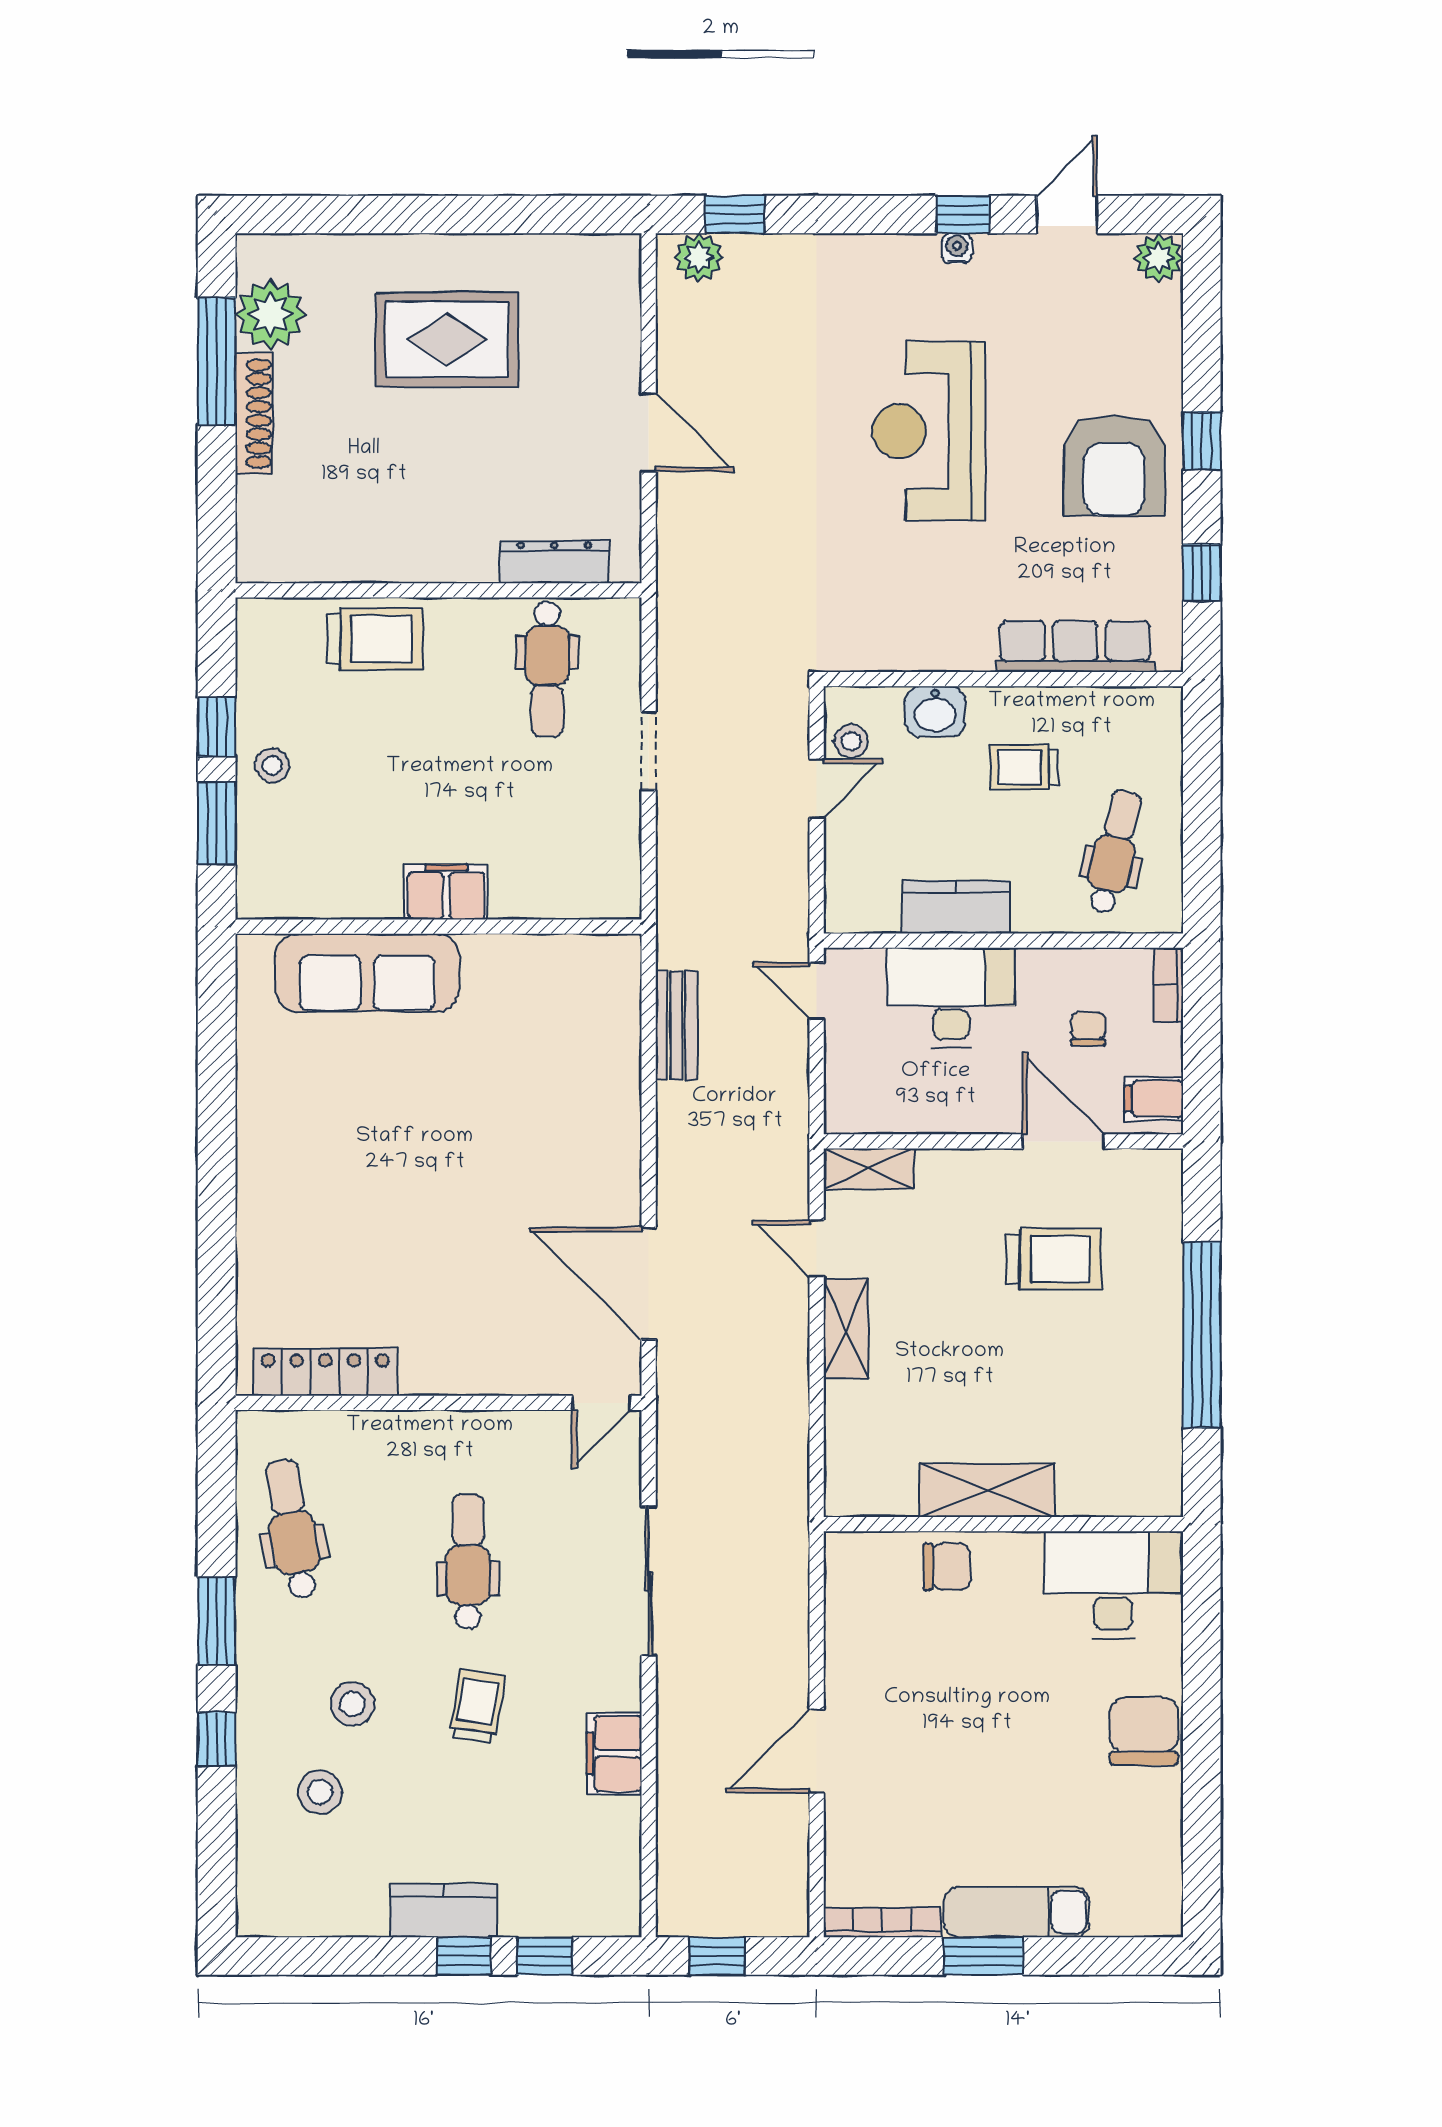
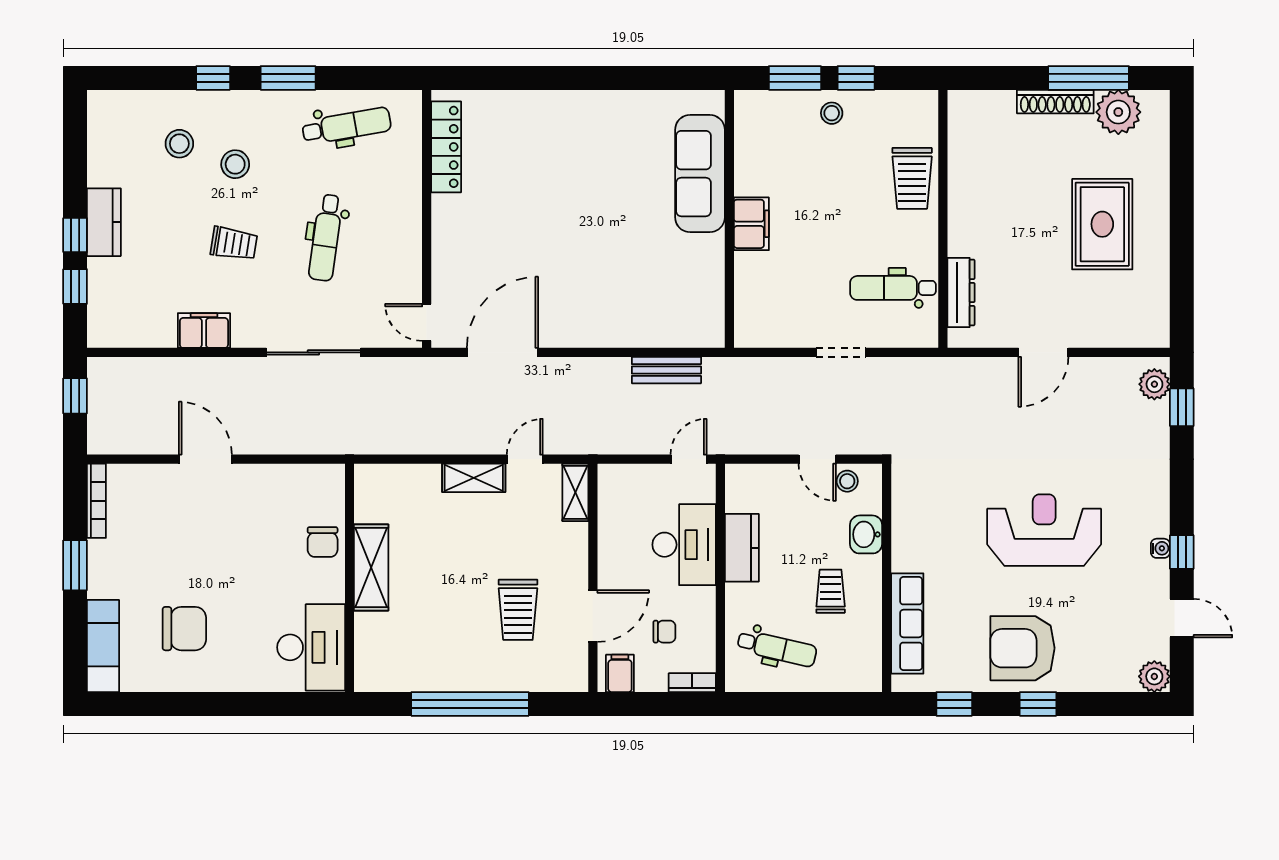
dental chair: (468, 1562) -> (326, 238), turned 98
chair: (1144, 1731) -> (184, 629), moved
exam couch: (1017, 1912) -> (103, 646), moved

